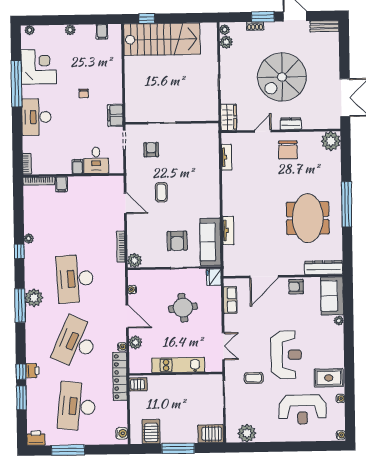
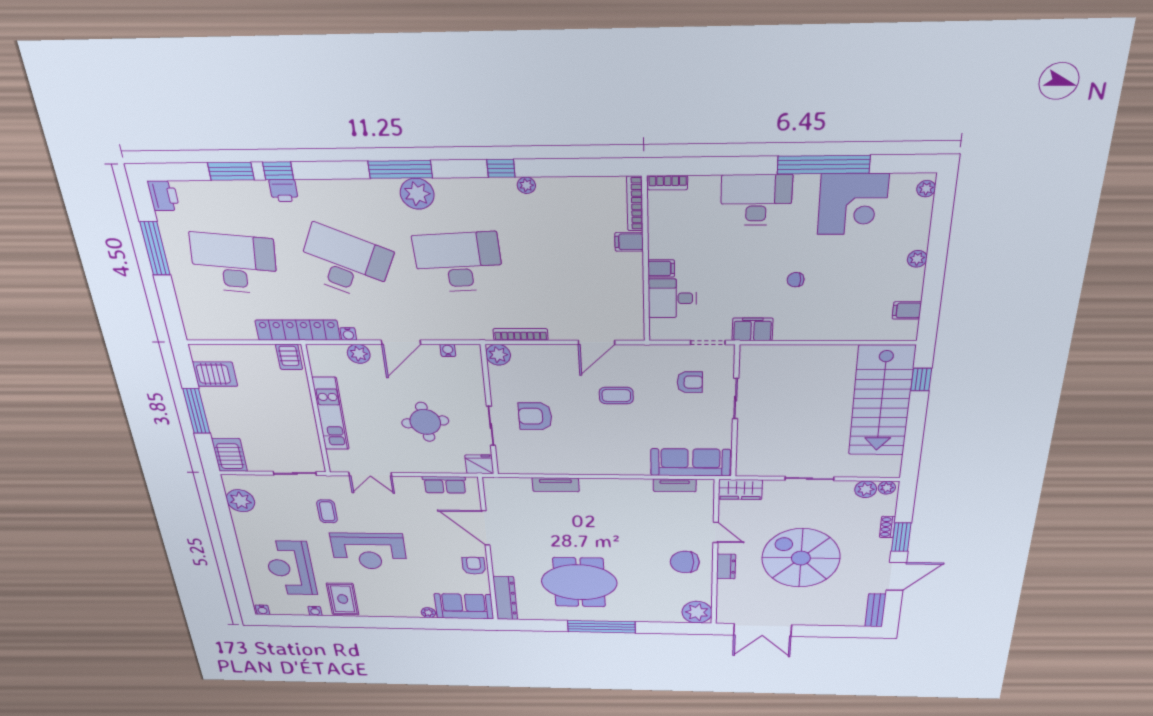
sofa: (210, 242) -> (690, 462), moved
water cooler: (122, 433) -> (203, 332), removed

